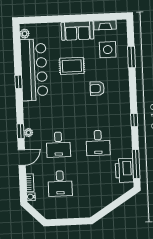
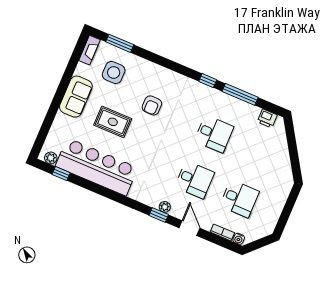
fireplace: (105, 25) -> (90, 50), moved
window: (131, 57) -> (120, 43), moved
rug: (72, 66) -> (113, 122), turned 90
window: (18, 82) -> (61, 174), moved
window: (136, 164) -> (240, 94), moved
printer: (124, 170) -> (267, 118), width x0.53, depth x0.68

